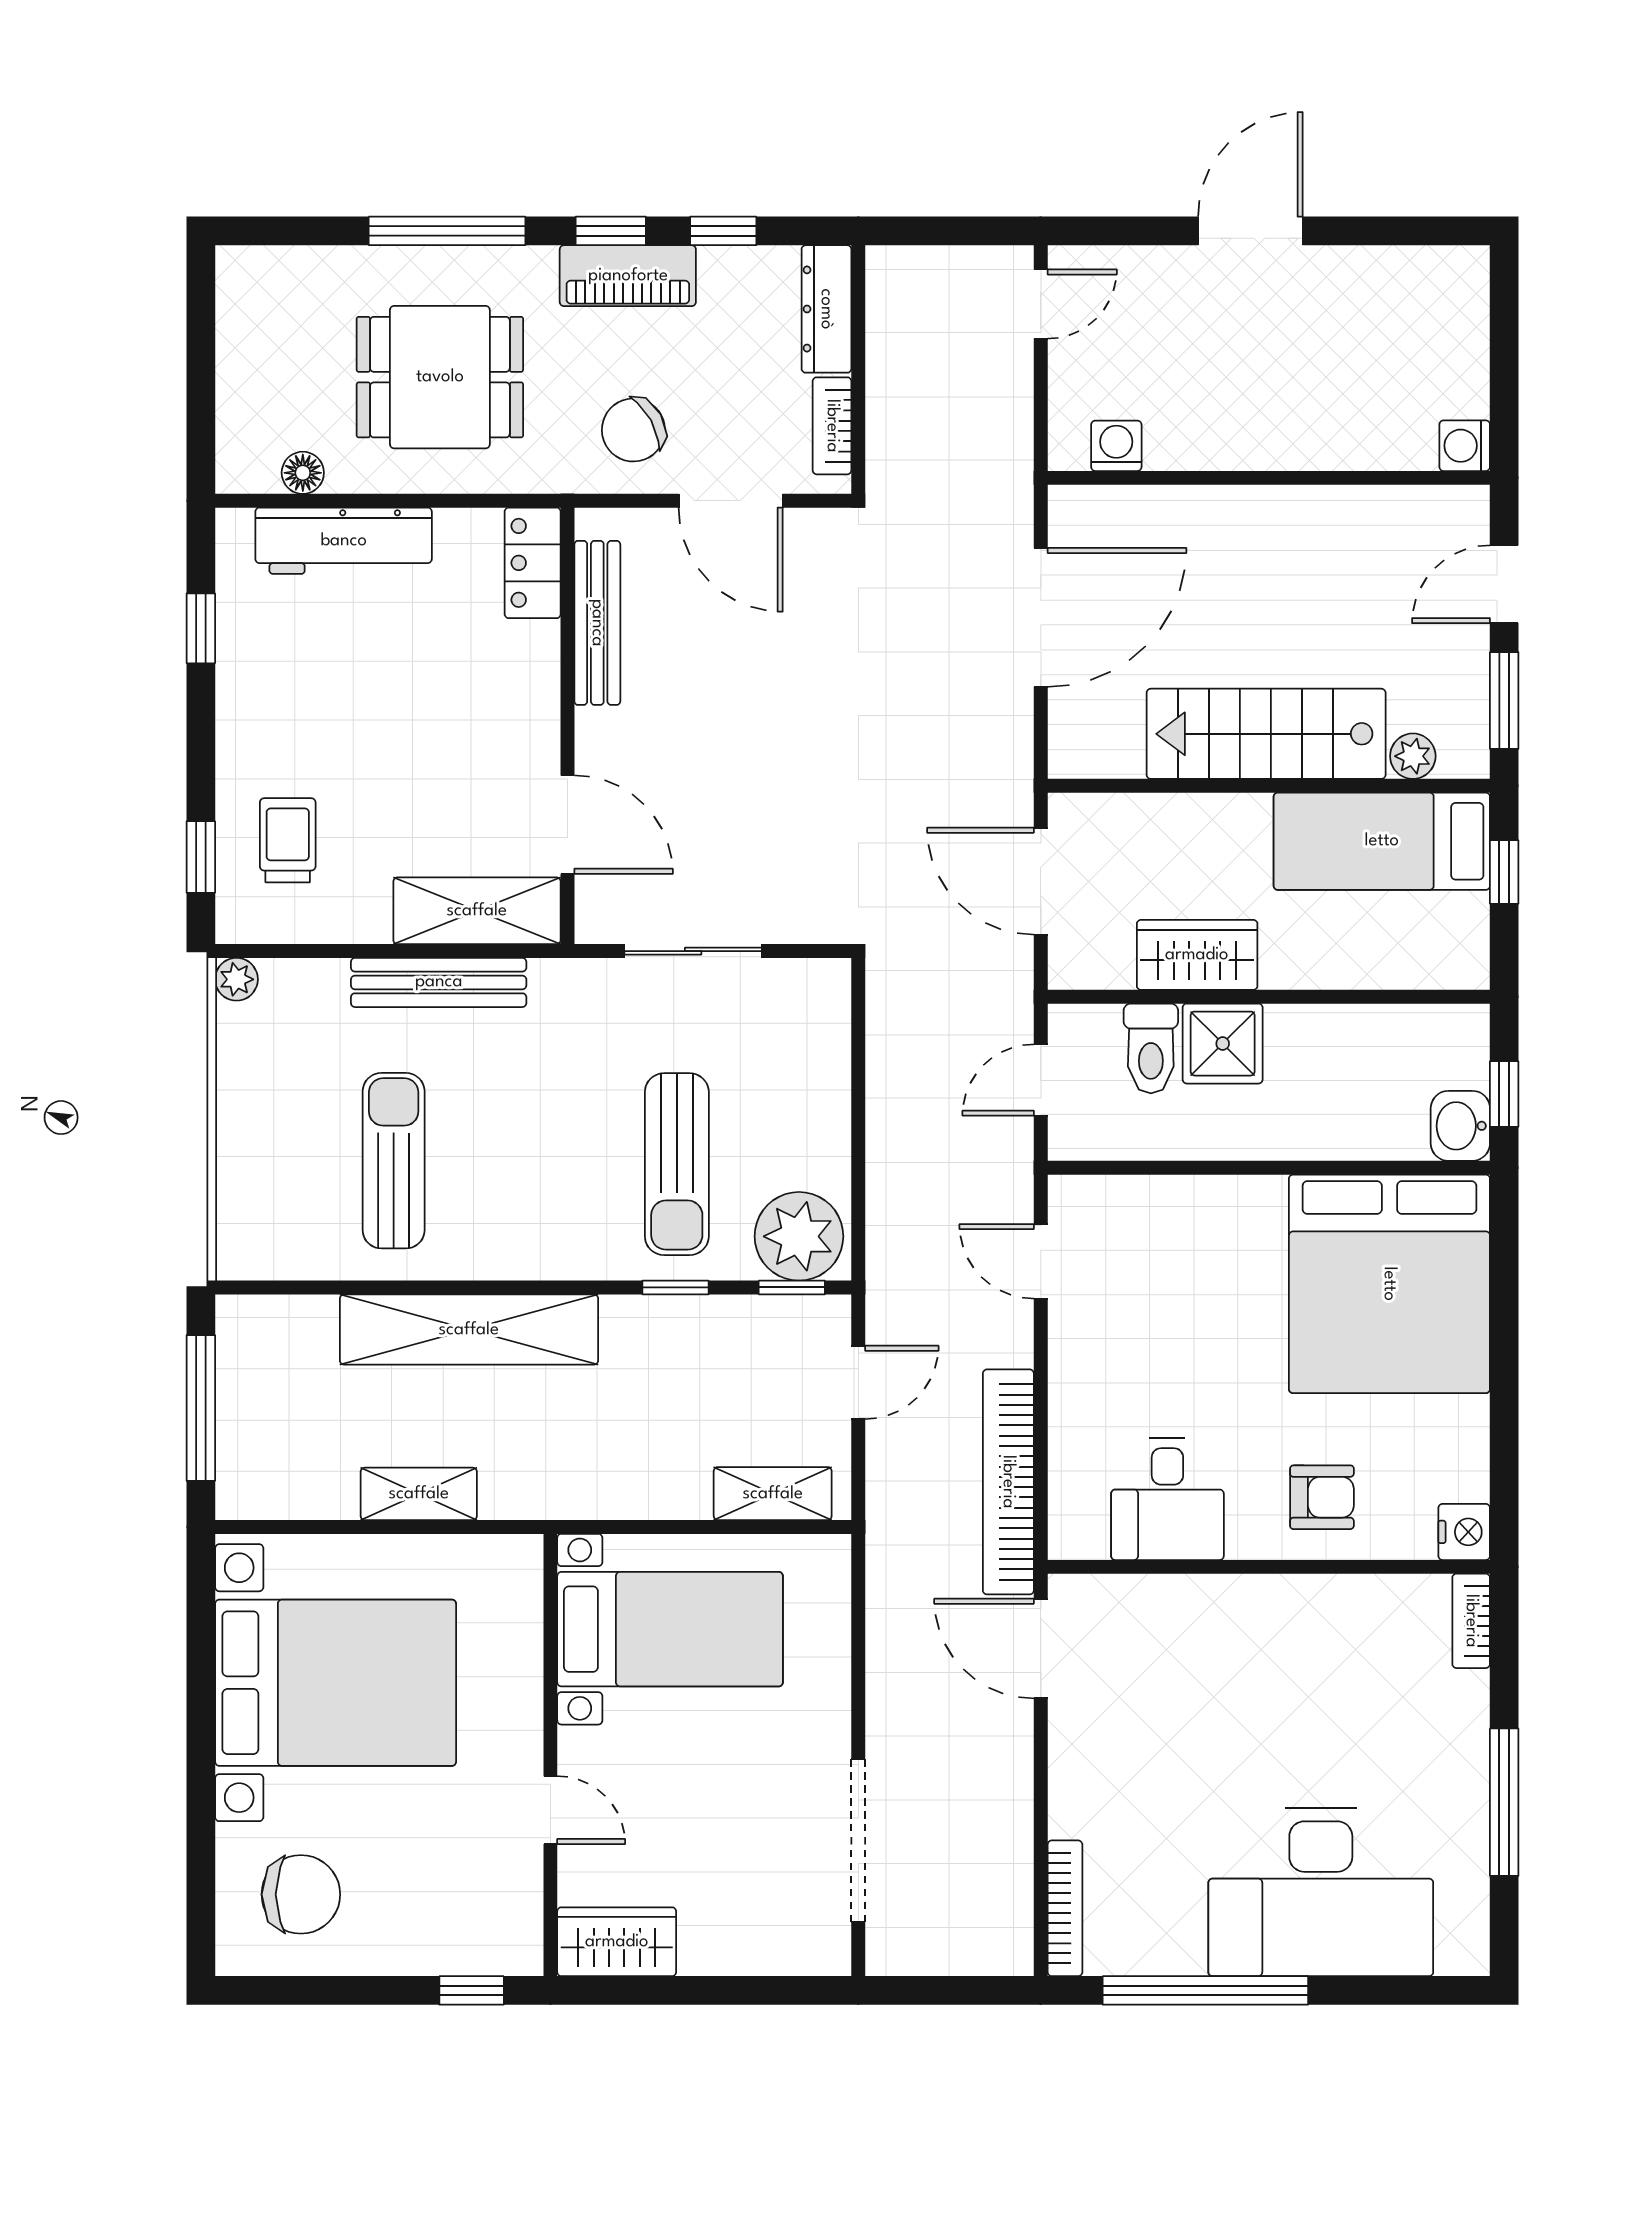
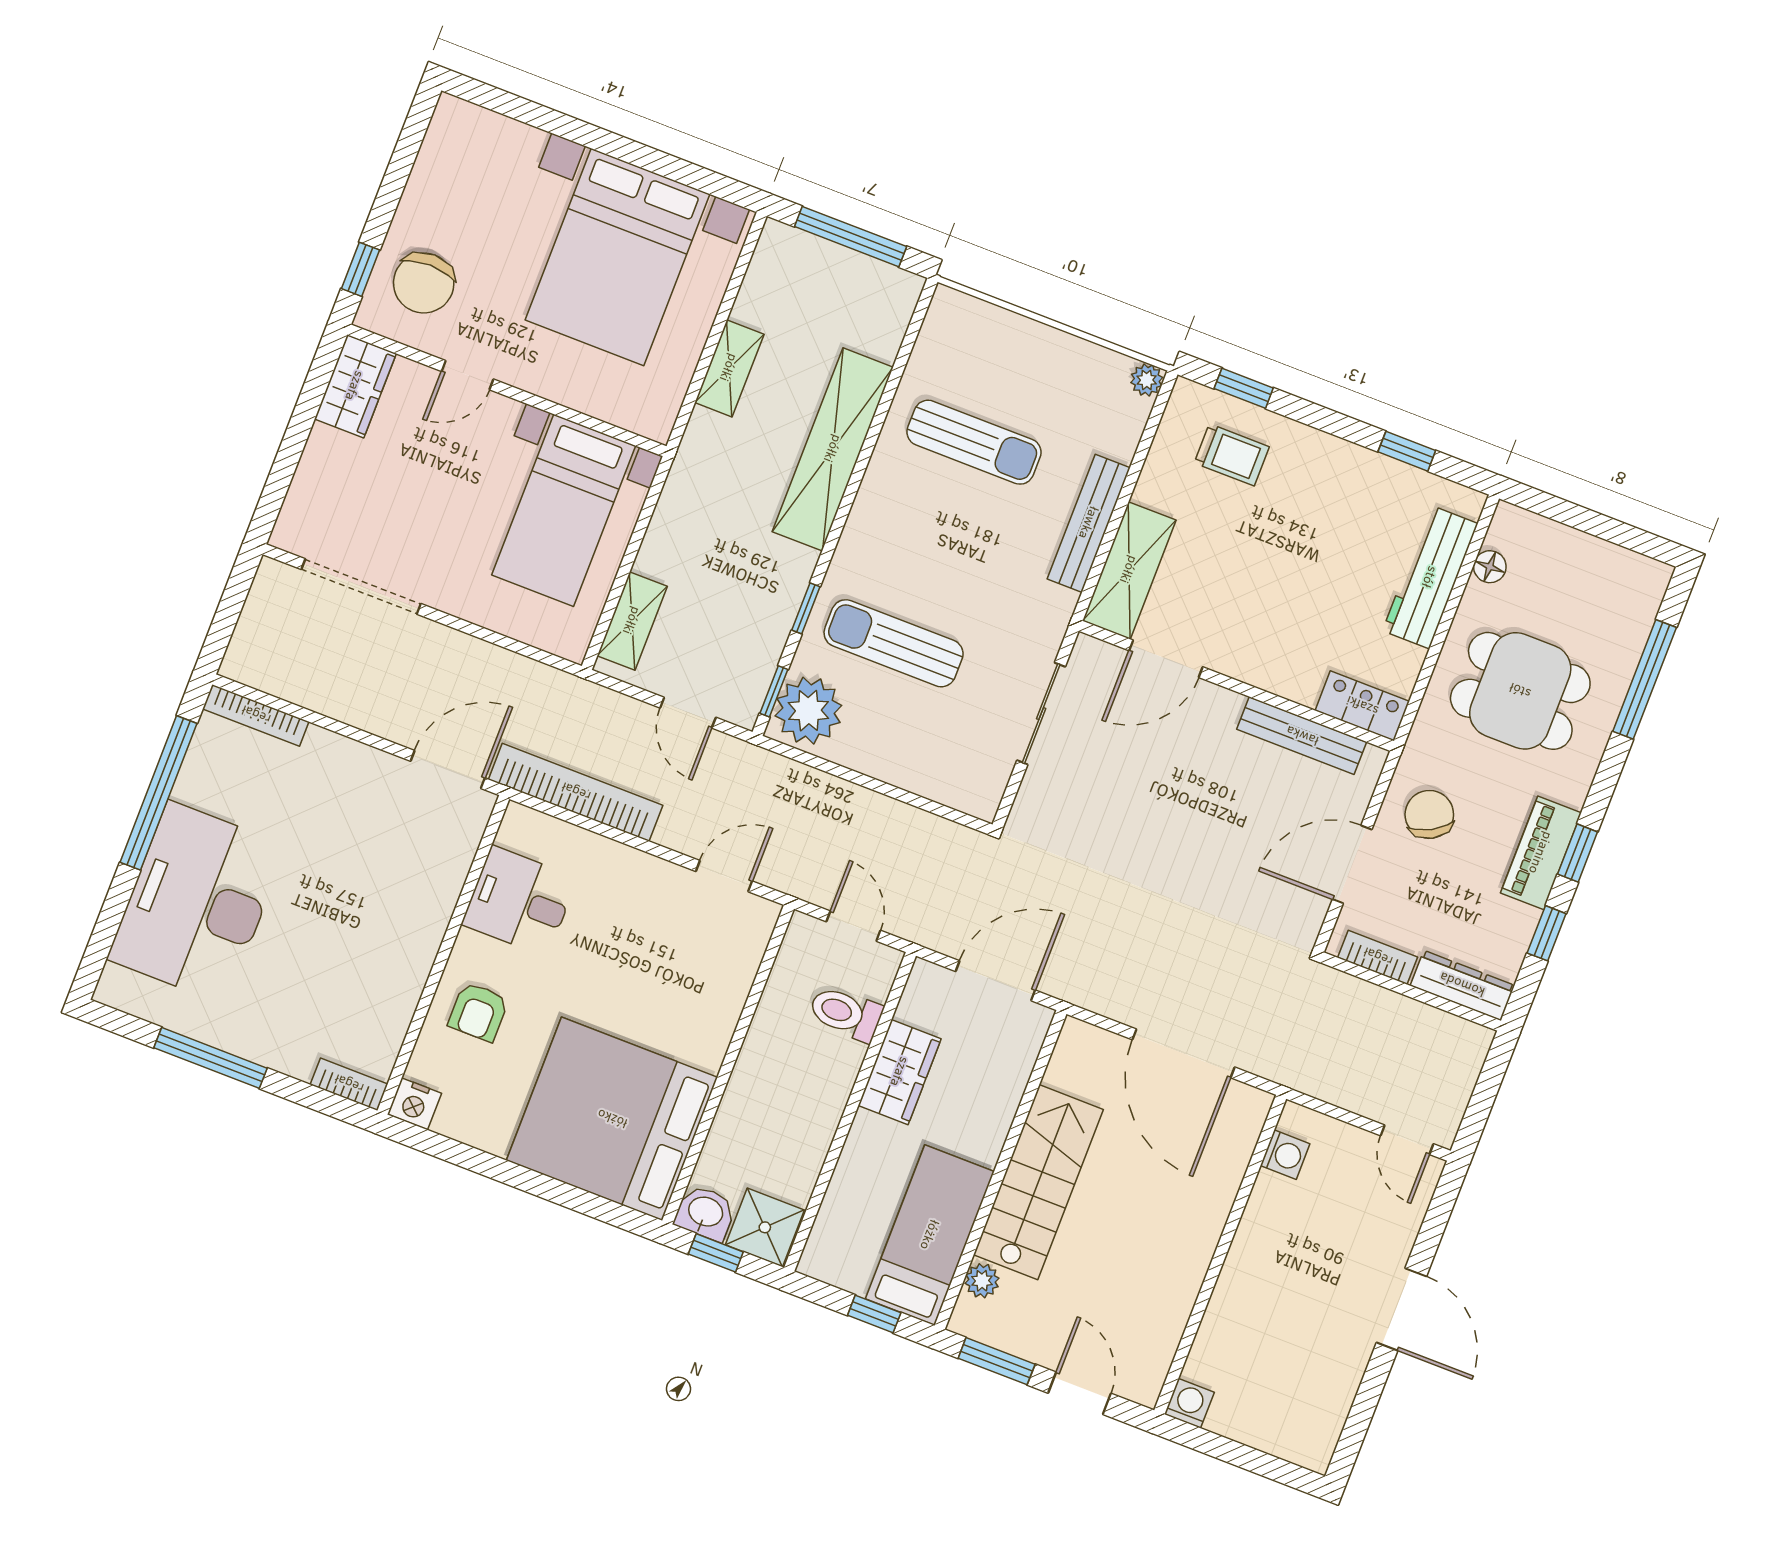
window: (447, 231) -> (1645, 679), moved
dining table: (440, 377) -> (1520, 691), turned 90
shower: (1223, 1044) -> (765, 1227), moved
chair: (301, 1894) -> (424, 283), moved

